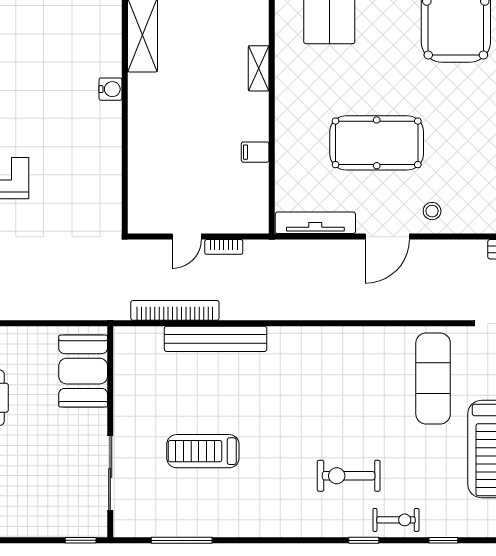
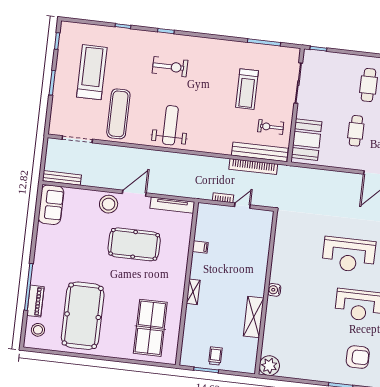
stool: (432, 211) -> (109, 204), width x1.89, depth x1.89
bench: (216, 339) -> (260, 152), moved
weight bench: (335, 369) -> (170, 125), added
treadmill: (203, 451) -> (247, 89), turned 90
exercise bike: (396, 520) -> (271, 127), moved

